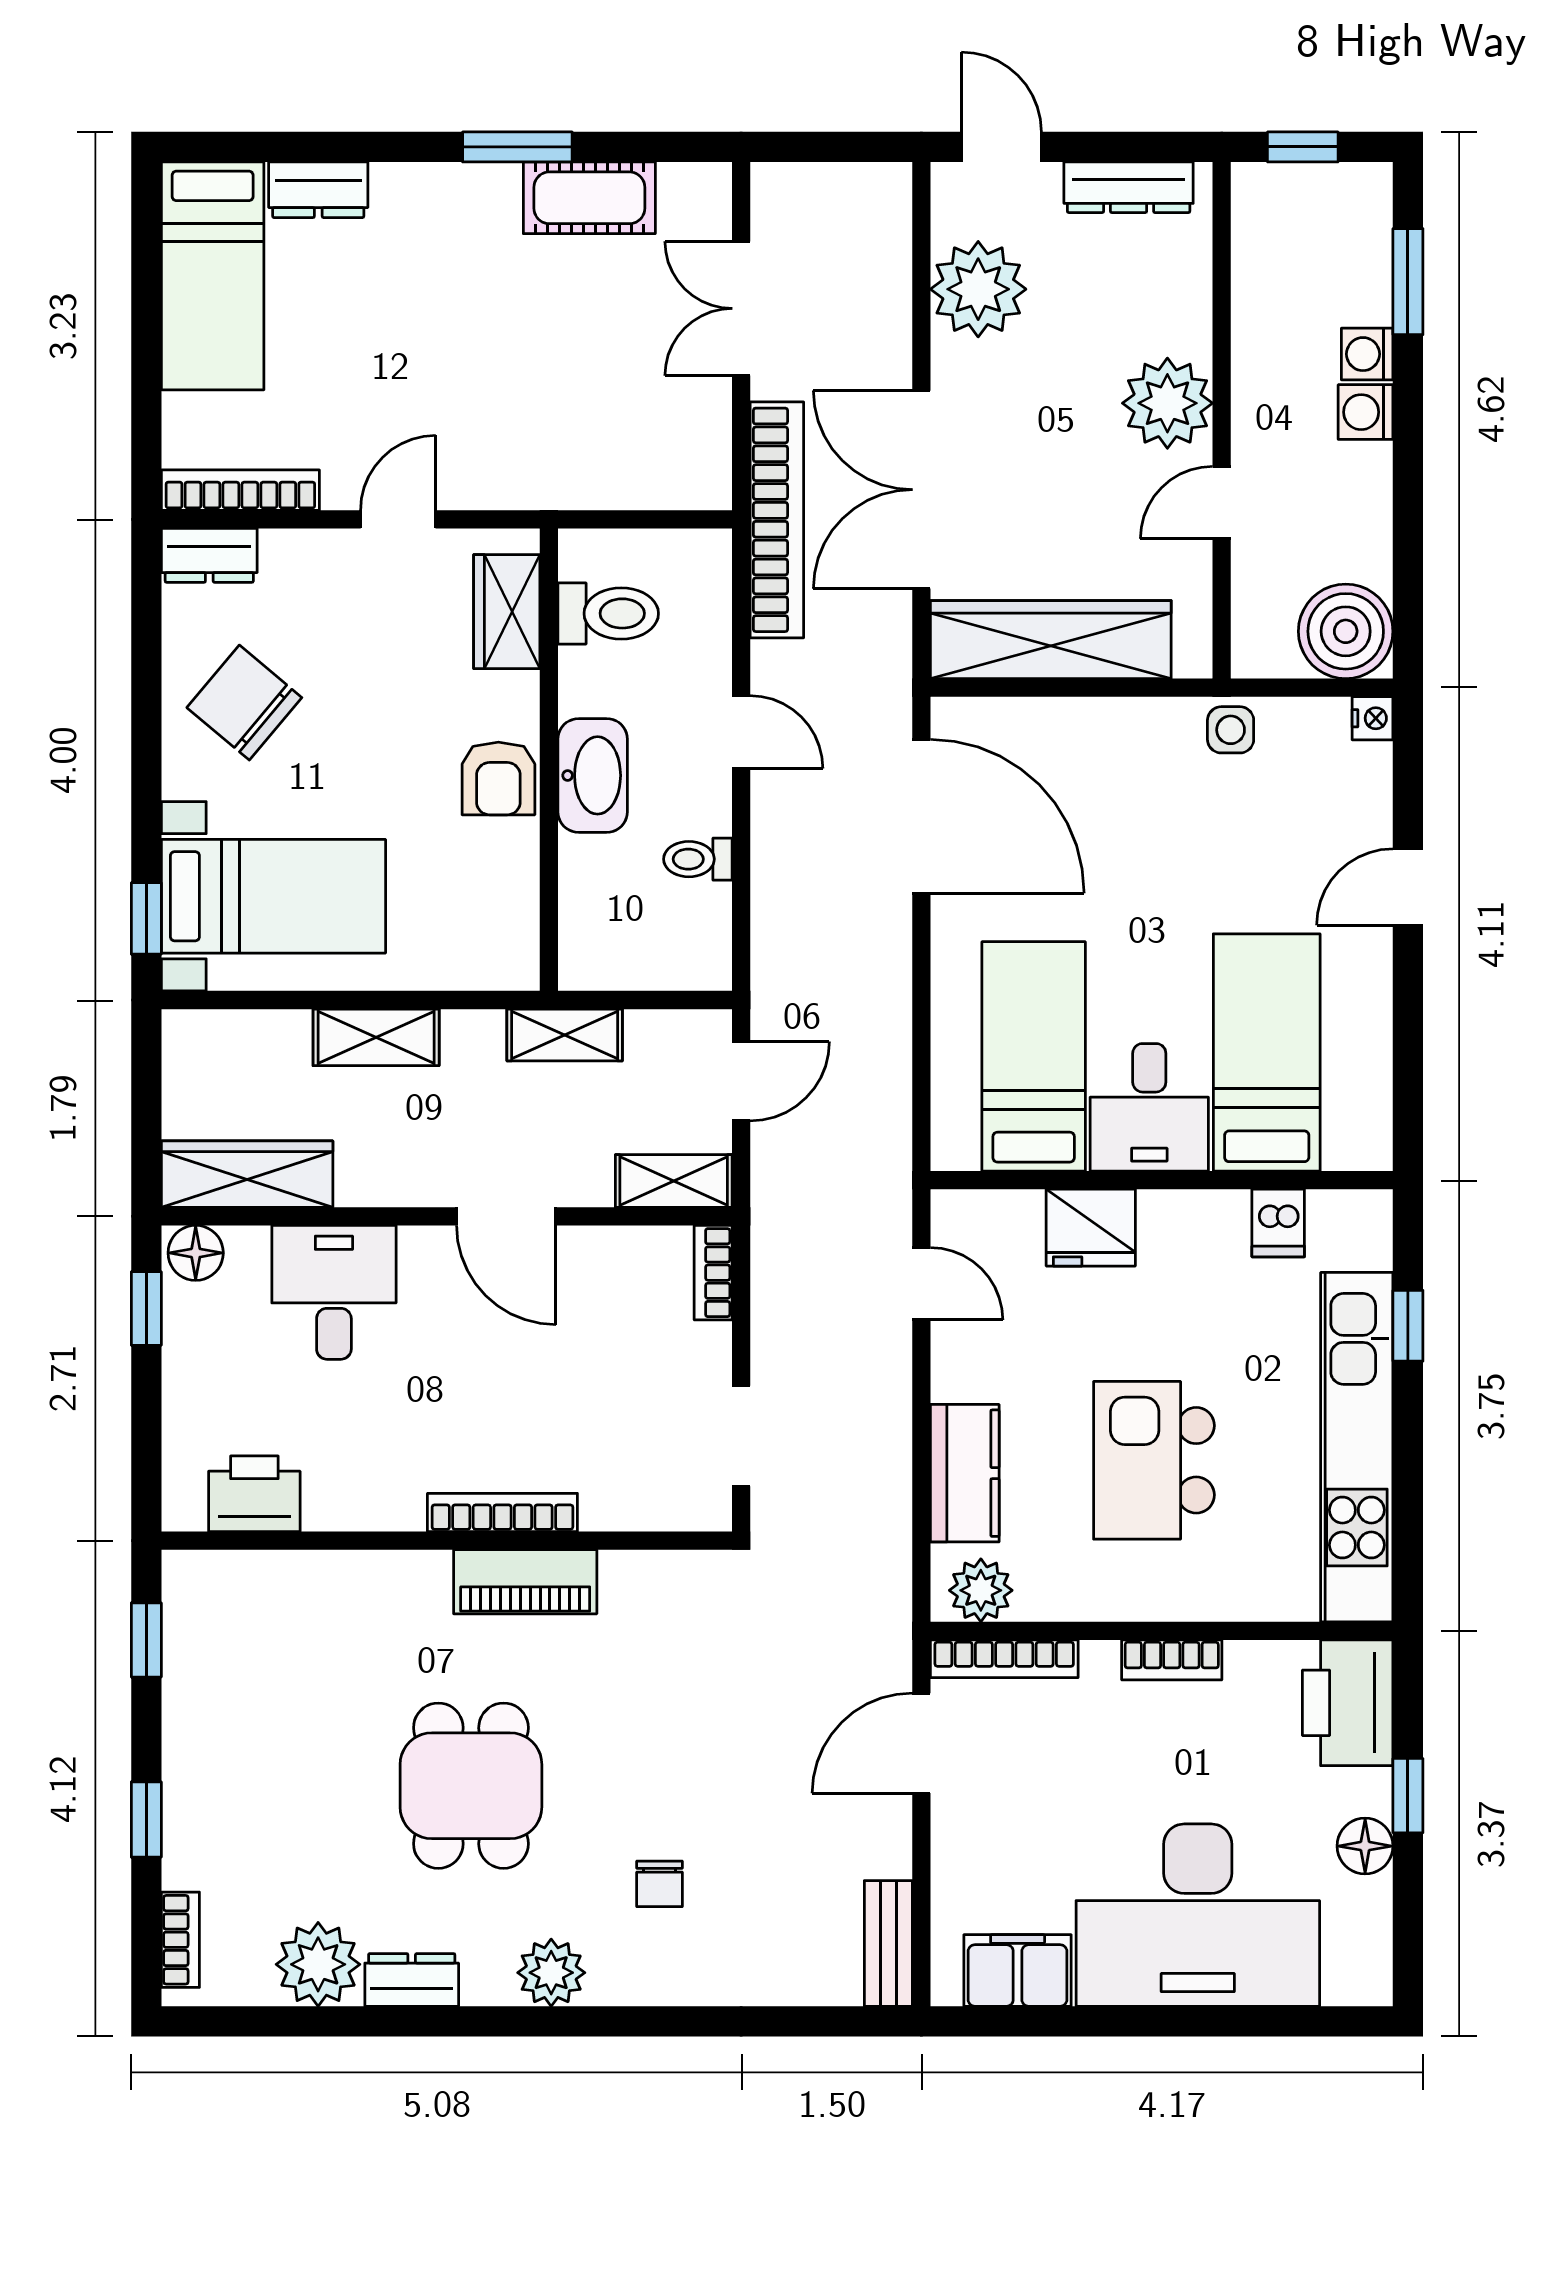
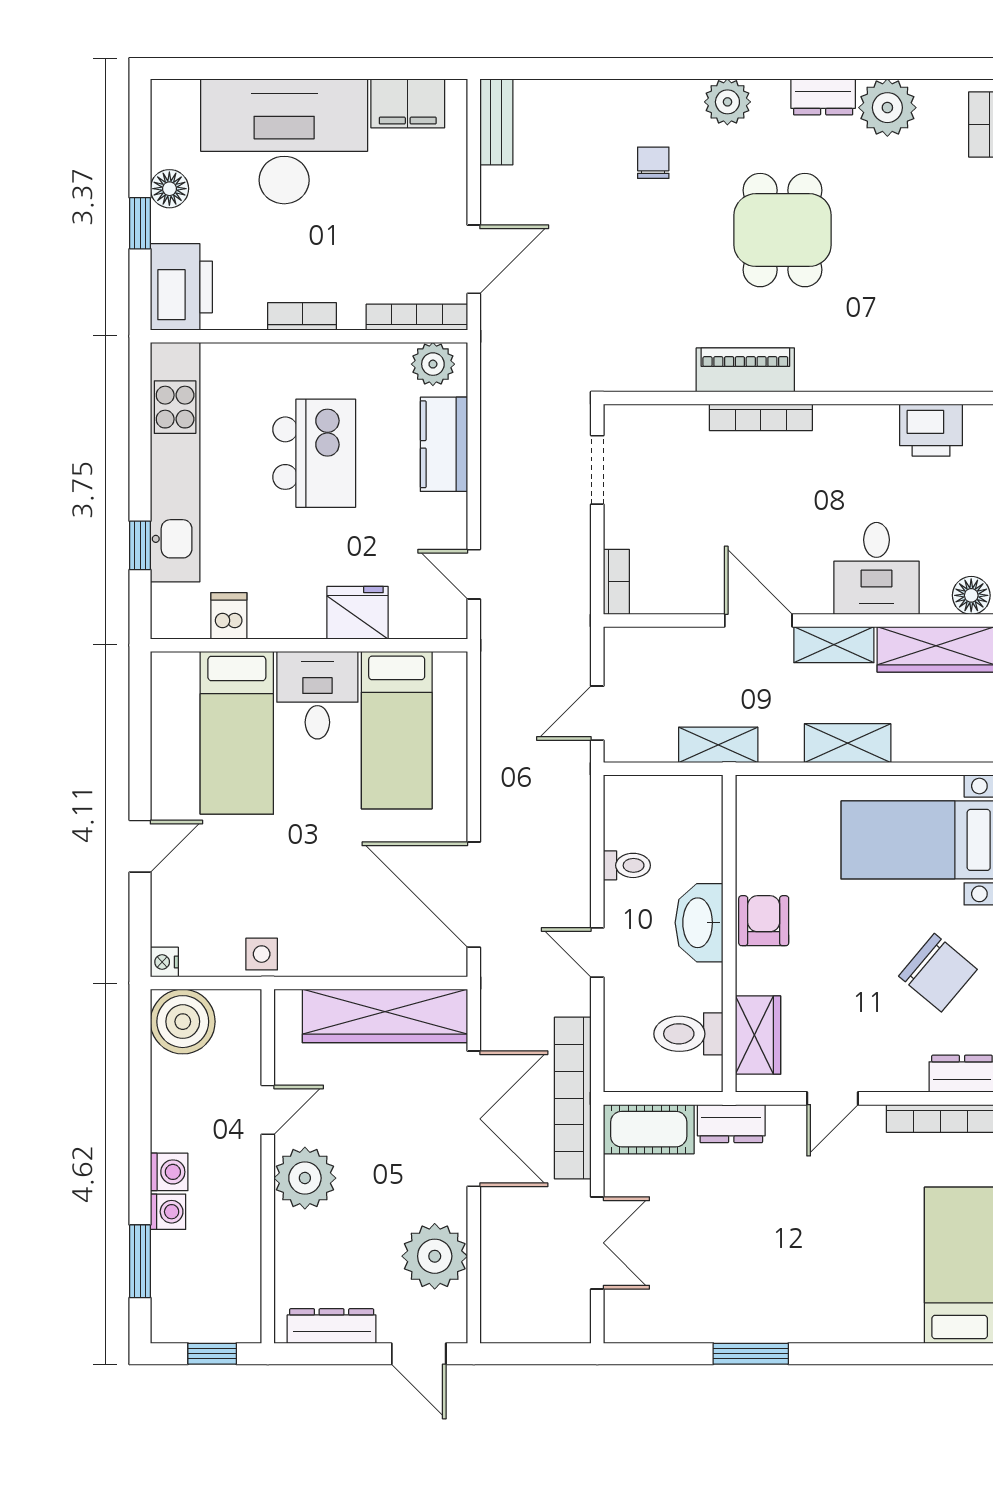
dresser: (318, 190) -> (731, 1124), moved, turned 180
cot: (589, 198) -> (649, 1129), moved
shelving: (674, 1181) -> (834, 645), moved

